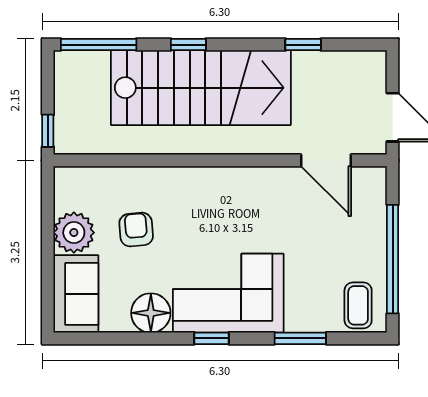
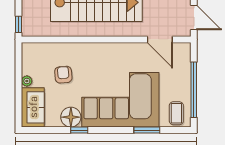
plant: (74, 233) -> (27, 81), width x0.53, depth x0.53
corner sofa: (228, 293) -> (120, 100), width x1.36, depth x1.36
window: (212, 338) -> (79, 130), moved

